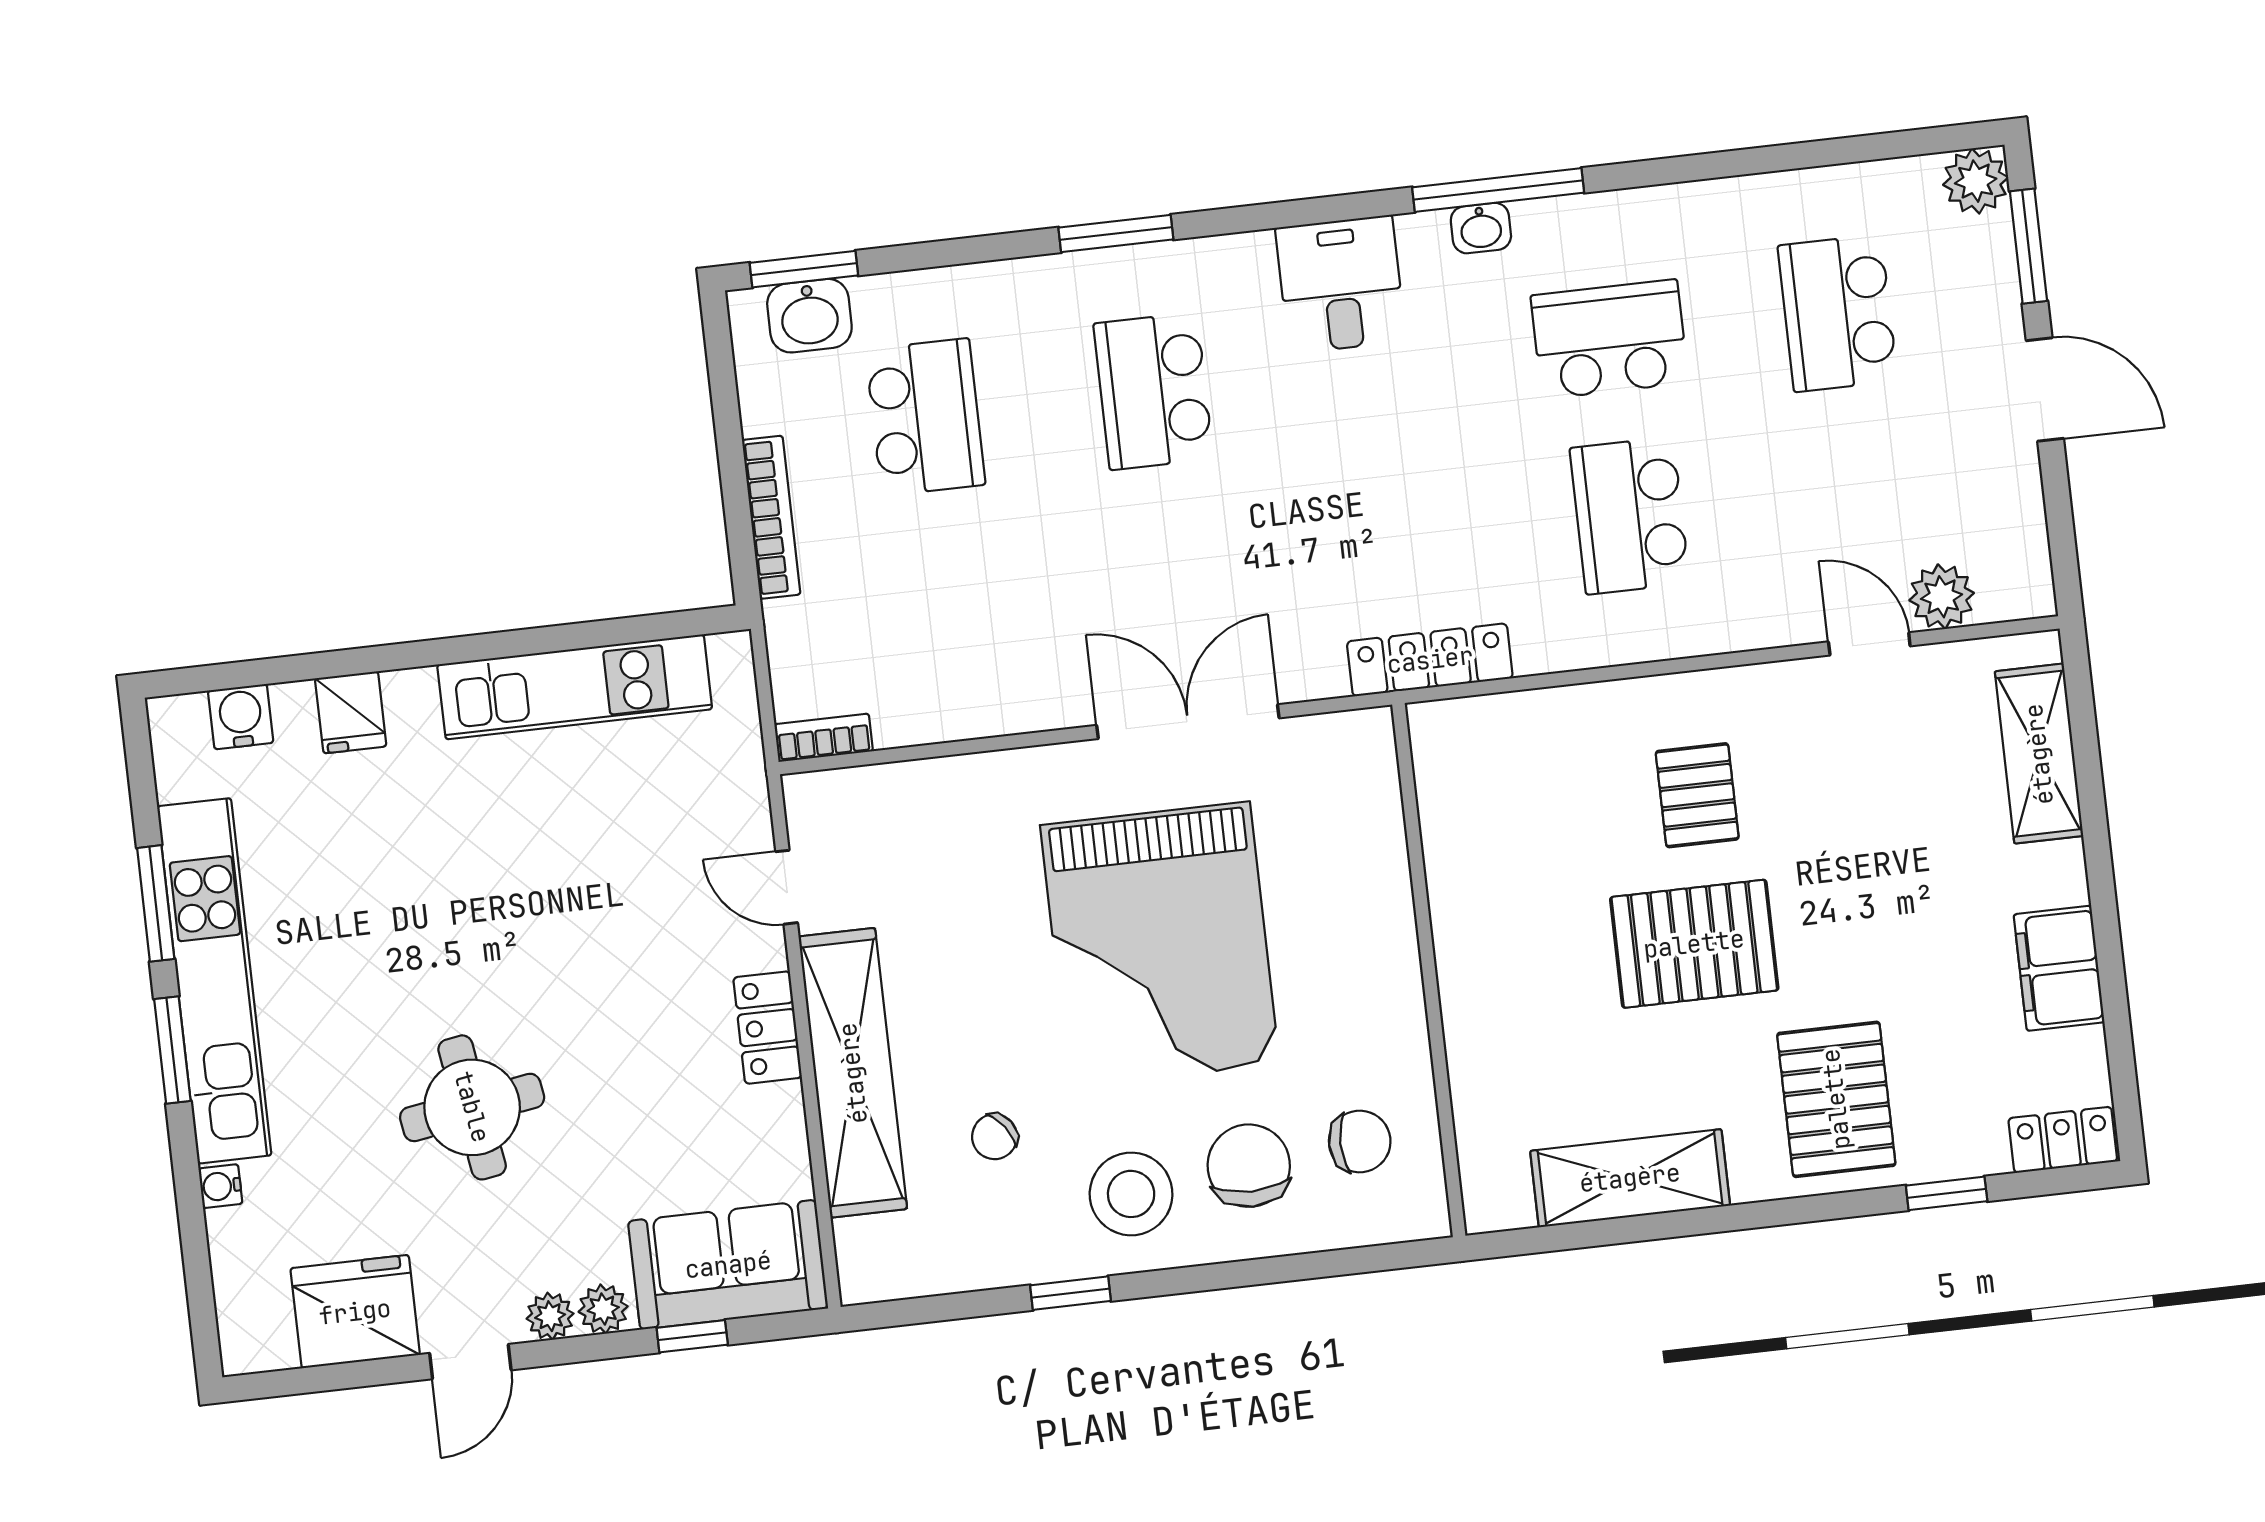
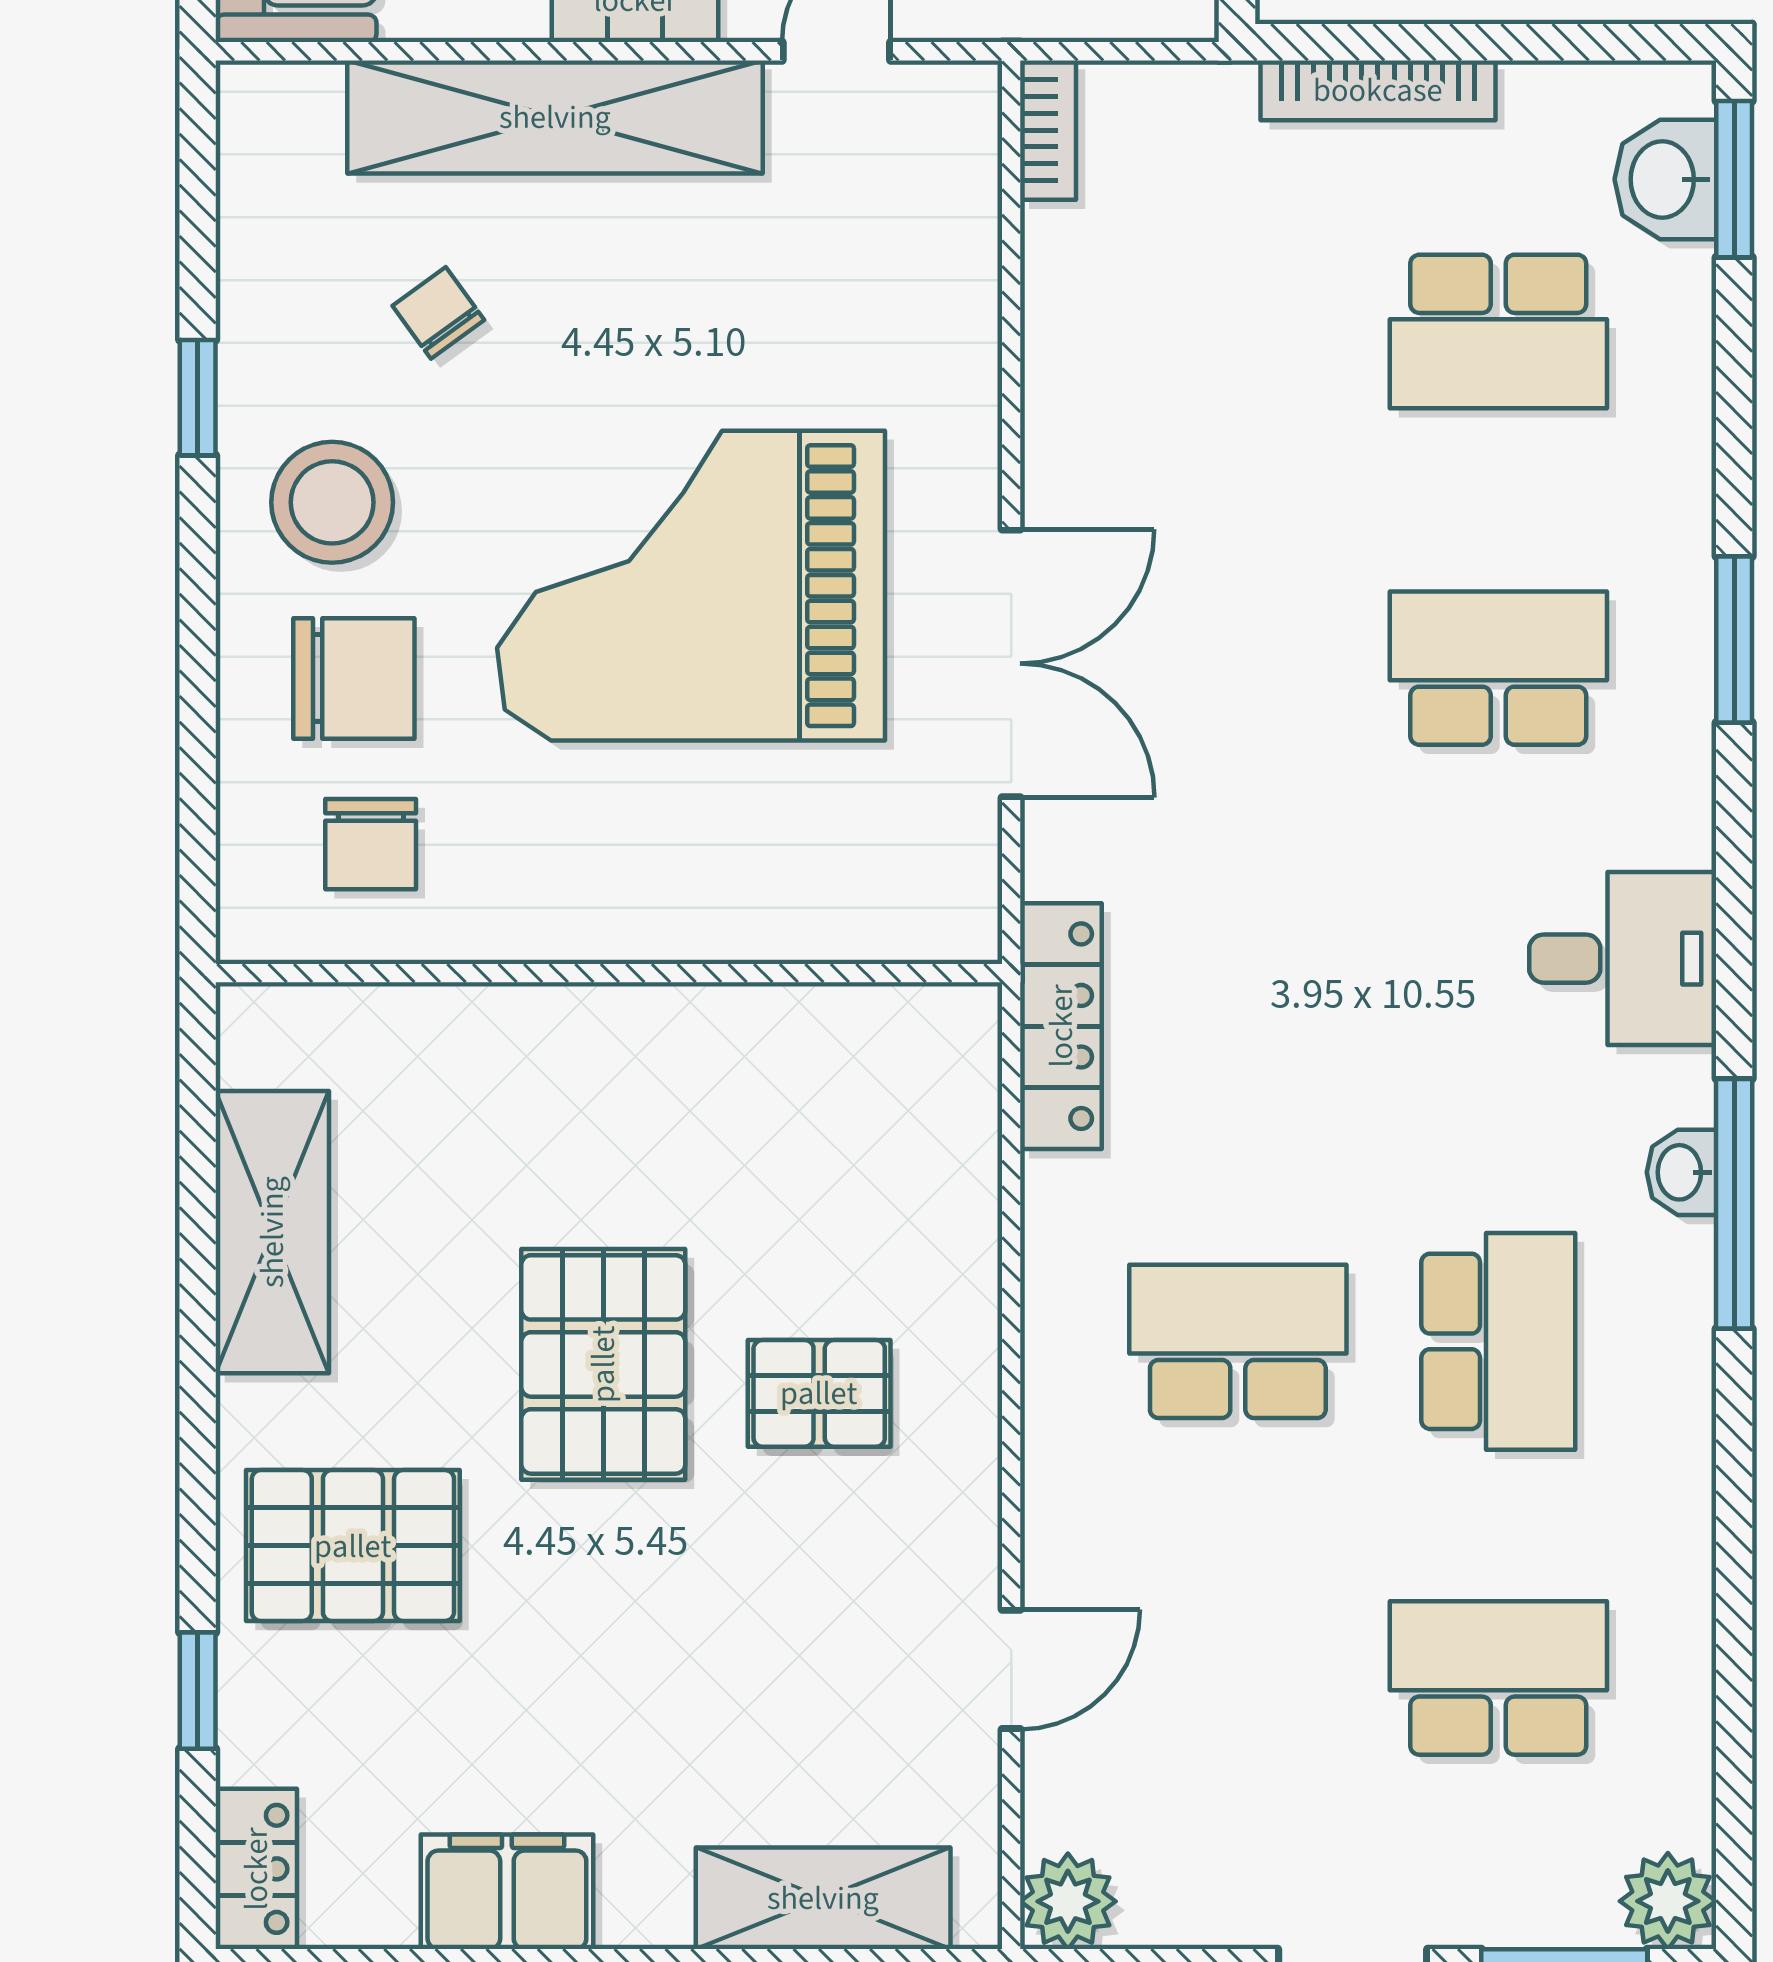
plant: (1942, 597) -> (1068, 1901), moved

